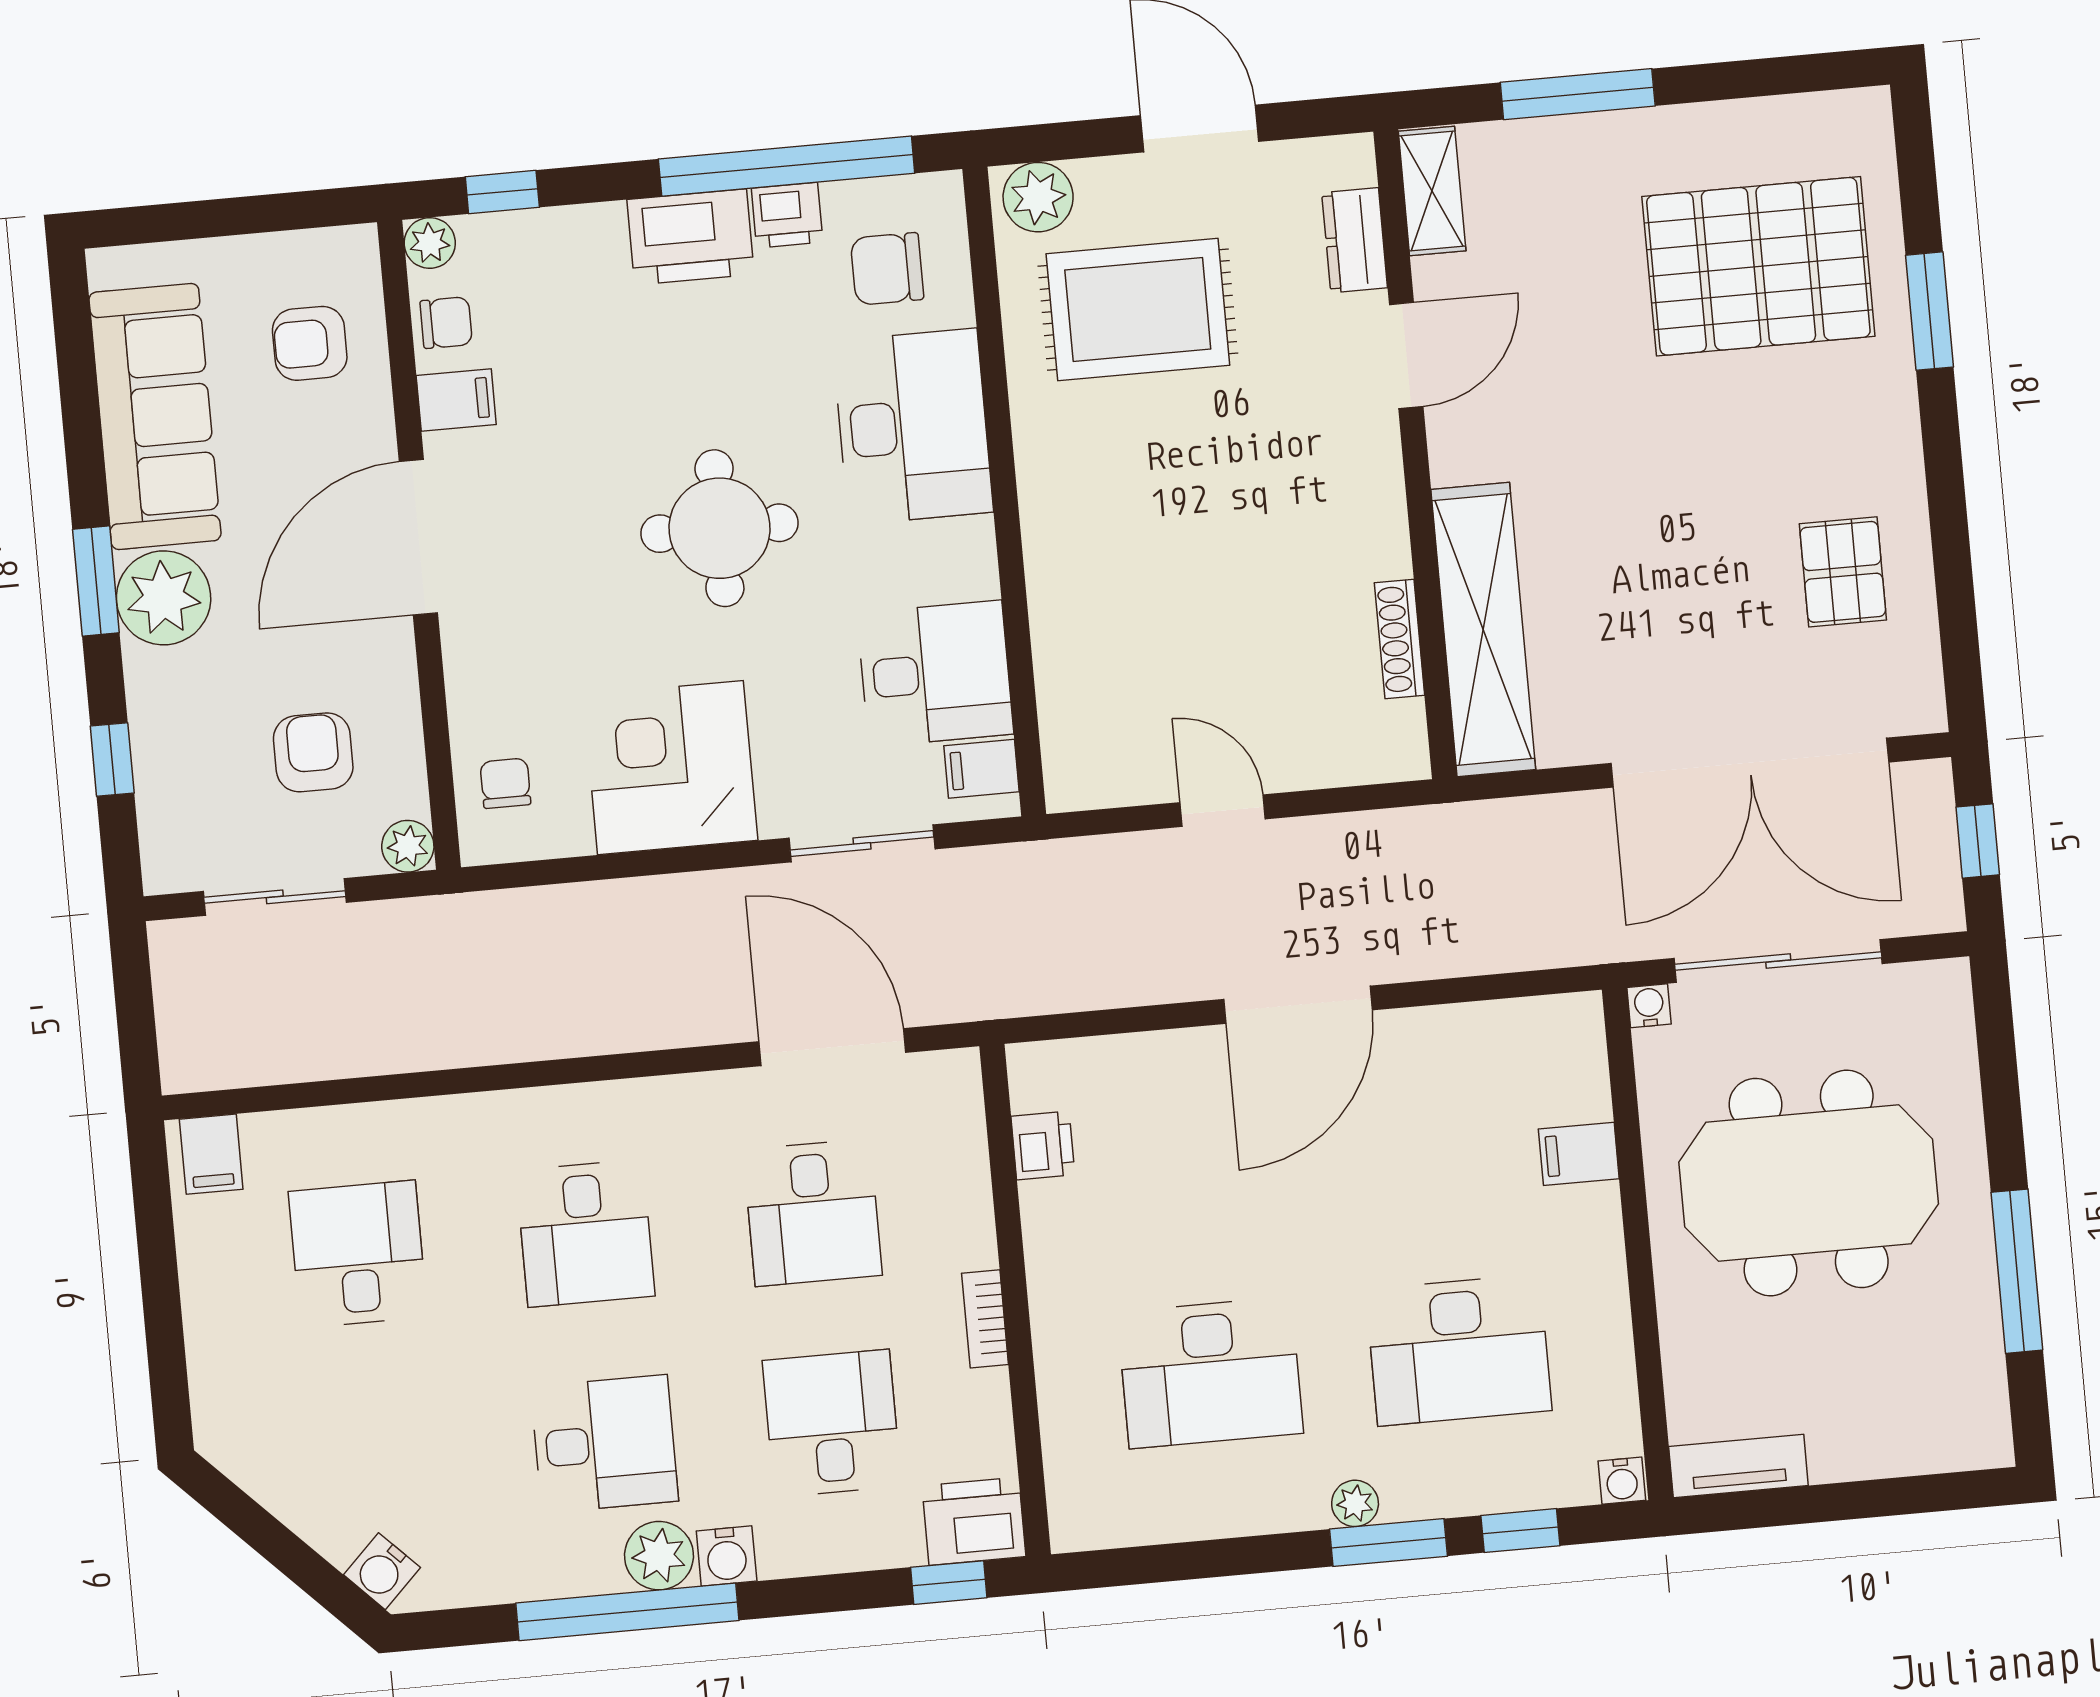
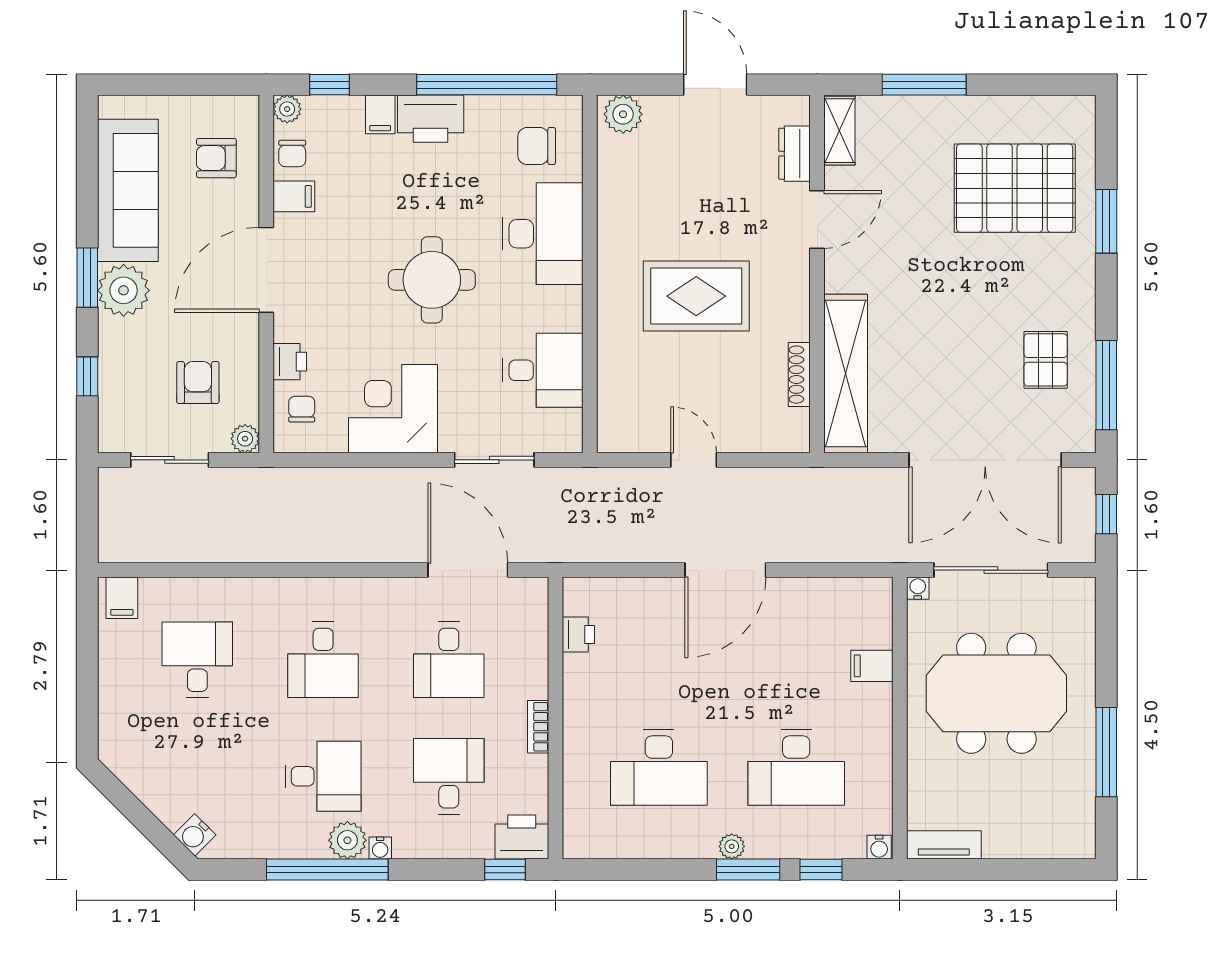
printer: (787, 215) -> (290, 362), moved, turned -90
rug: (1138, 309) -> (696, 296), moved
chair: (446, 323) -> (292, 153), turned 90
window: (1956, 607) -> (1106, 385), added
filing cabinet: (981, 769) -> (380, 114), moved, turned -90
water cooler: (727, 1556) -> (380, 848), width x0.72, depth x0.72

